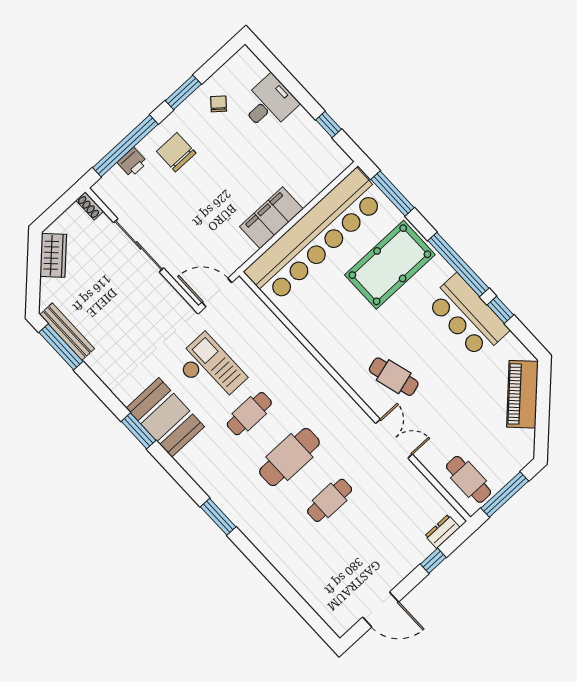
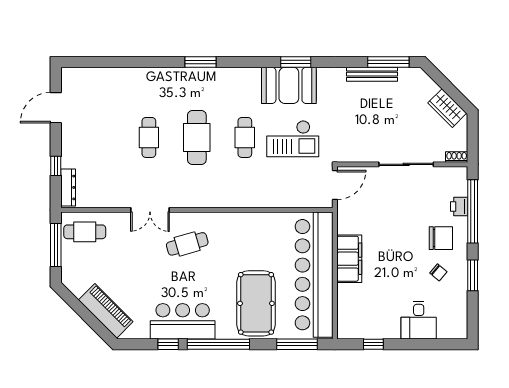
chair: (219, 104) -> (438, 272), moved
bench: (67, 332) -> (372, 74), moved
dresser: (442, 532) -> (68, 187), width x1.44

